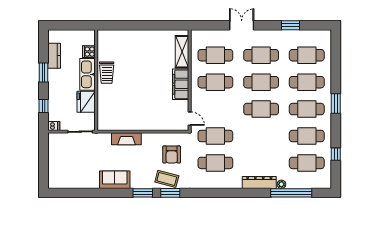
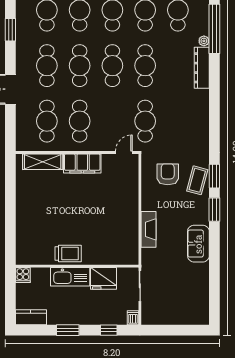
cooker: (89, 52) -> (23, 275), moved
kitchen counter: (54, 56) -> (31, 317), moved
armchair: (172, 155) -> (168, 174), turned -90
cafe table: (215, 163) -> (145, 66), moved

